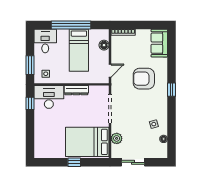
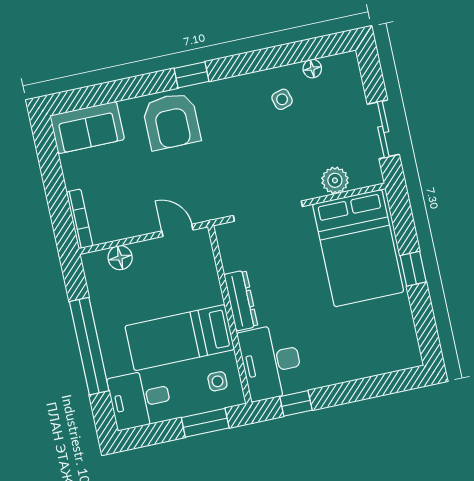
bed: (79, 50) -> (180, 338), moved, turned 180
armchair: (144, 79) -> (171, 121), moved

